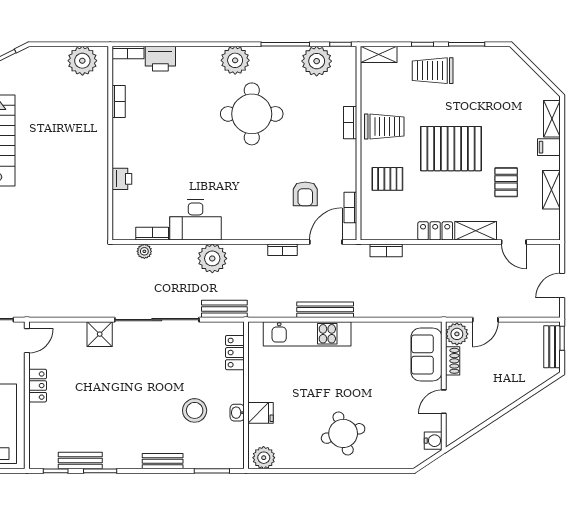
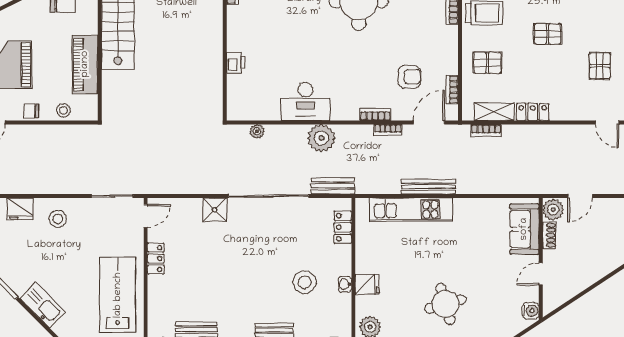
pallet: (451, 149) -> (548, 34), width x0.49, depth x0.50
armchair: (305, 194) -> (409, 77), turned -90
shelving: (476, 231) -> (494, 112), moved
bookcase: (152, 234) -> (375, 114), moved

